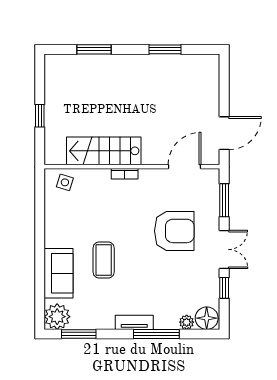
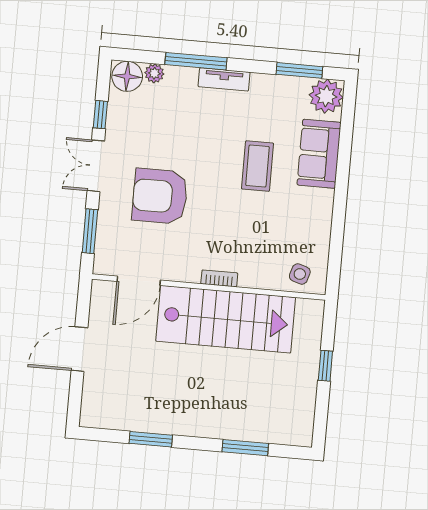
door: (224, 133) -> (79, 349), moved
stairs: (104, 151) -> (226, 319), width x1.36, depth x1.51

